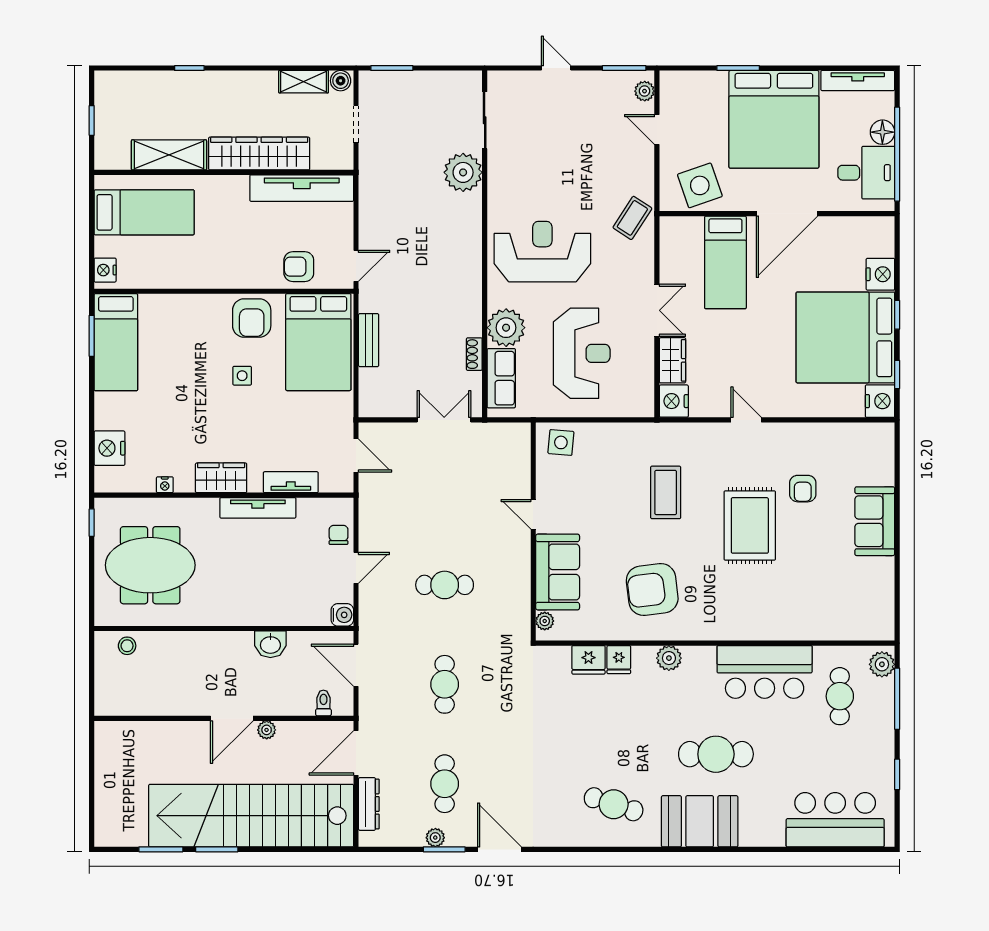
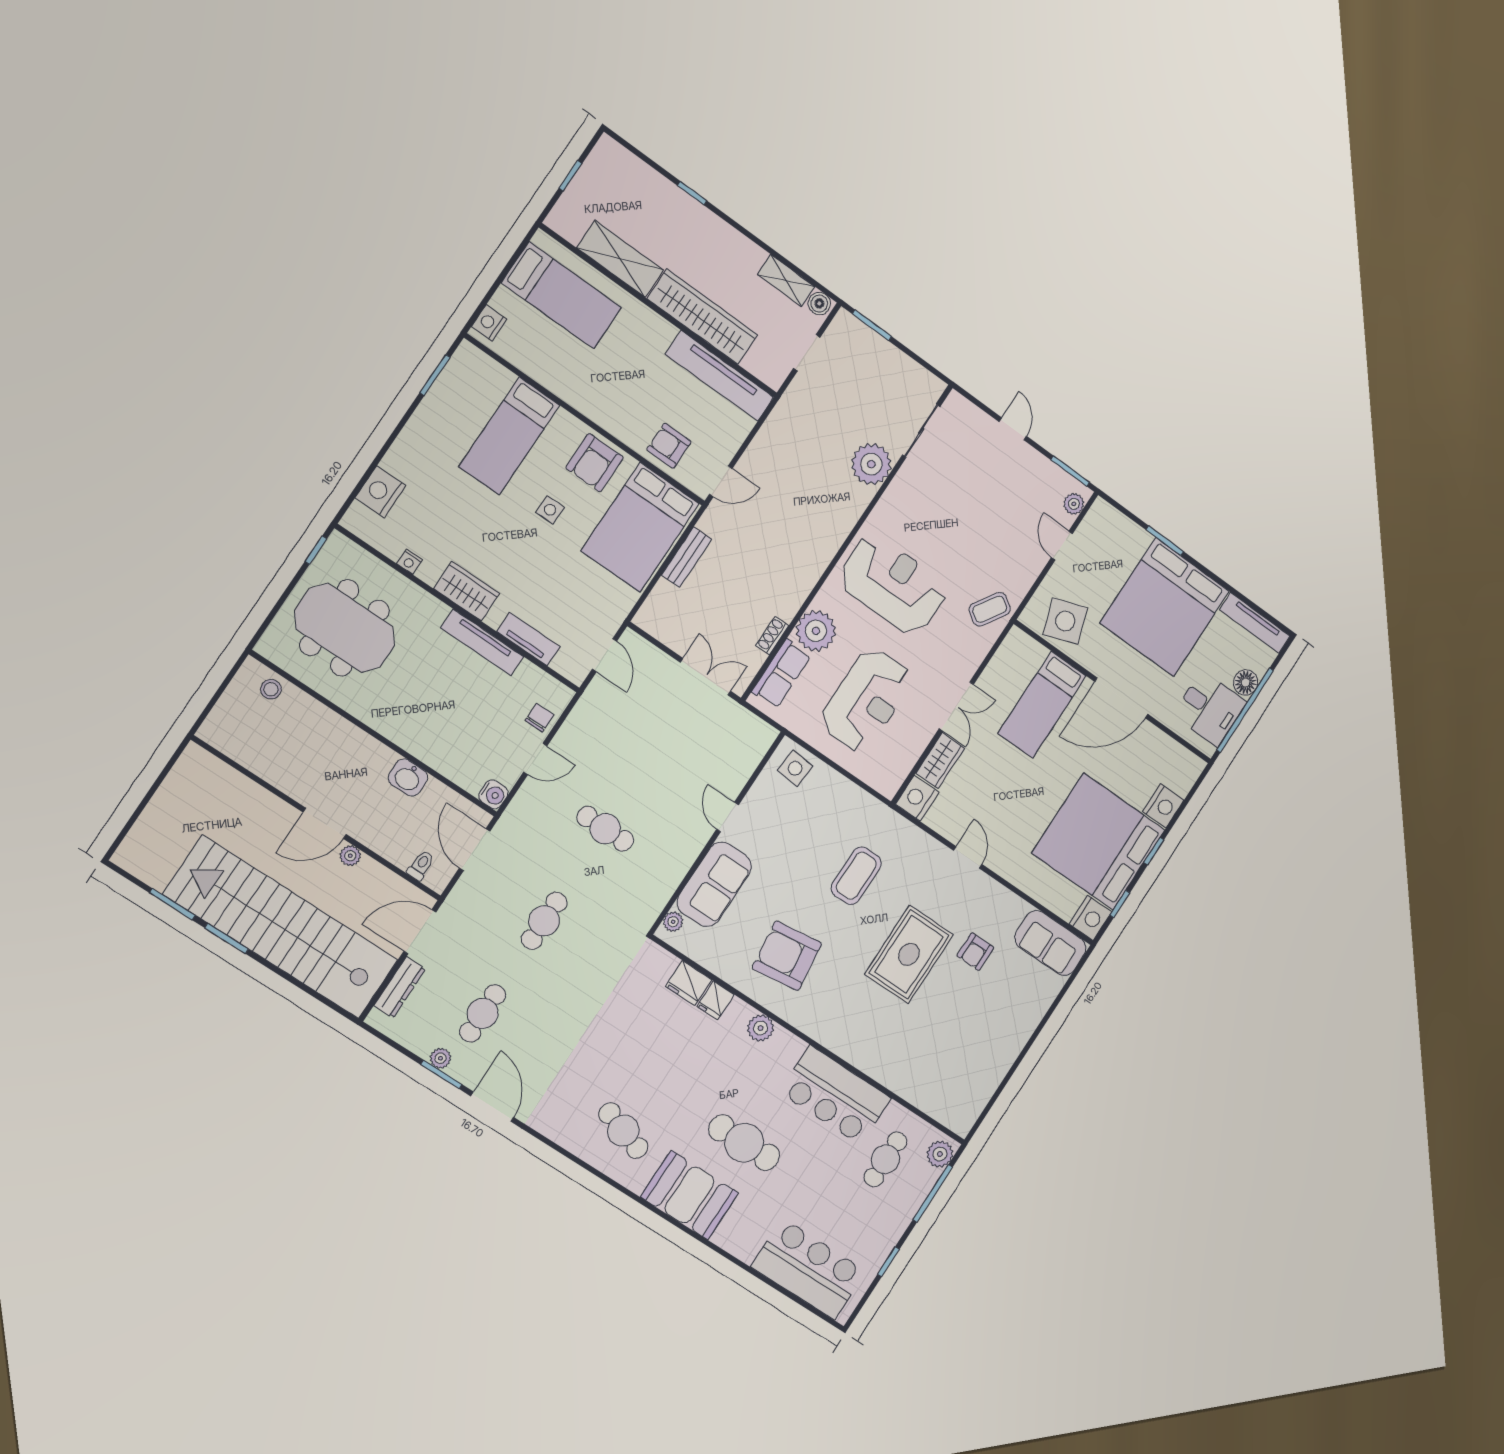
bed: (116, 342) -> (509, 436), moved
sofa: (875, 521) -> (1050, 943), moved, turned -90

